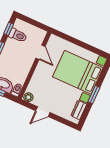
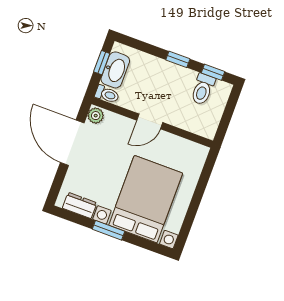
door: (40, 52) -> (150, 121), moved
door: (43, 112) -> (72, 143), width x1.88

